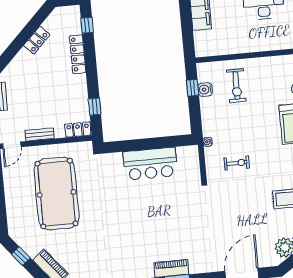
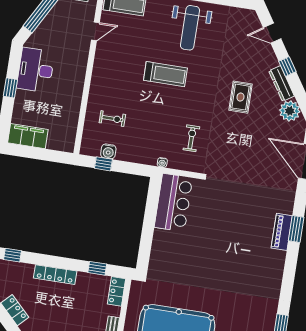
locker: (78, 54) -> (55, 275), moved
exercise bike: (236, 86) -> (112, 119), width x0.73, depth x0.72
bar counter: (150, 164) -> (173, 203), moved

